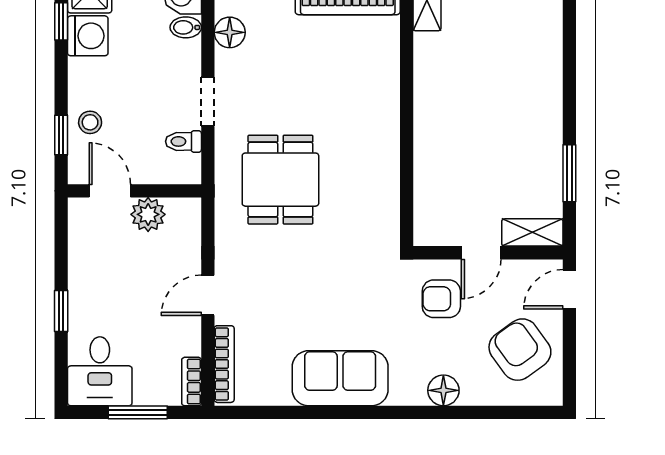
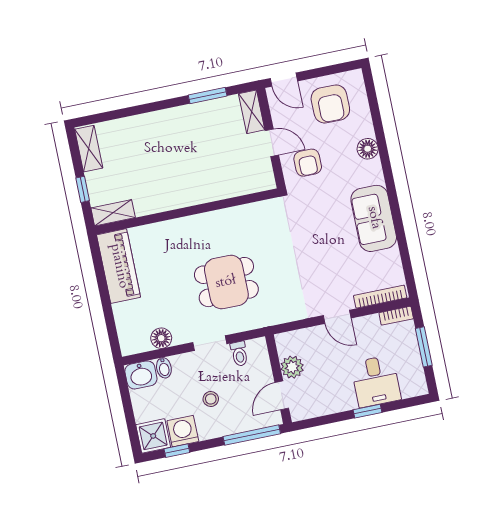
stool: (90, 122) -> (211, 399), moved
window: (61, 135) -> (252, 435), width x2.17
dining table: (280, 180) -> (226, 282), moved
armchair: (520, 350) -> (330, 104), turned -54
desk: (100, 371) -> (376, 381), moved, turned 90

